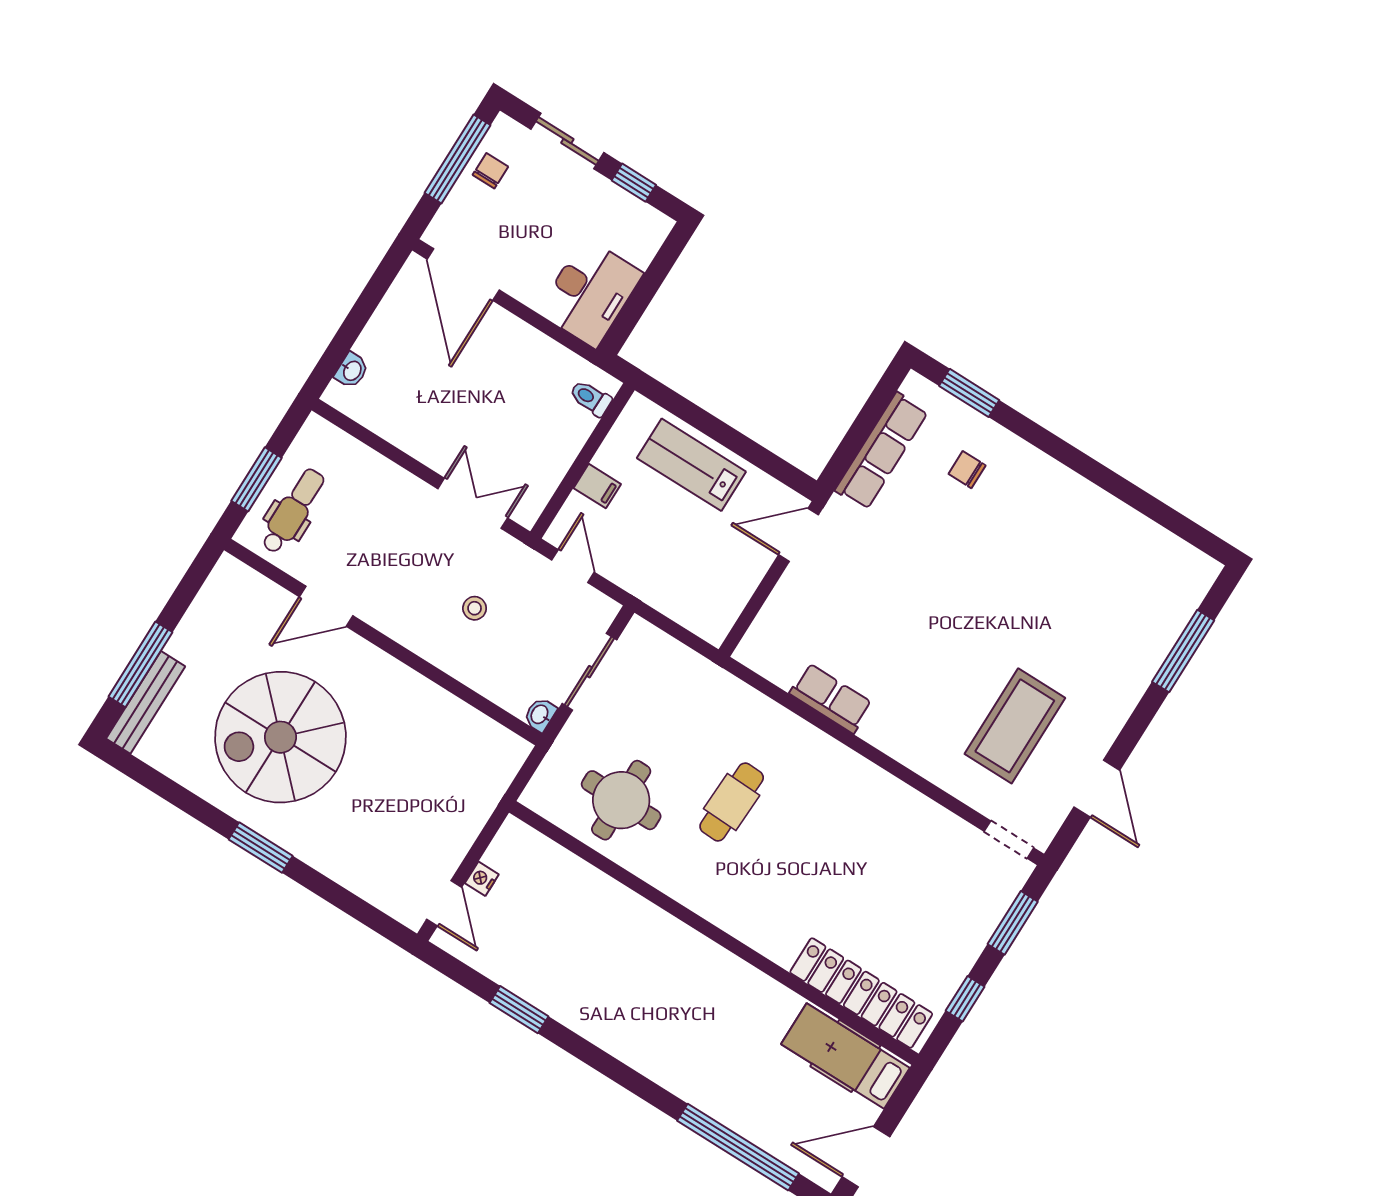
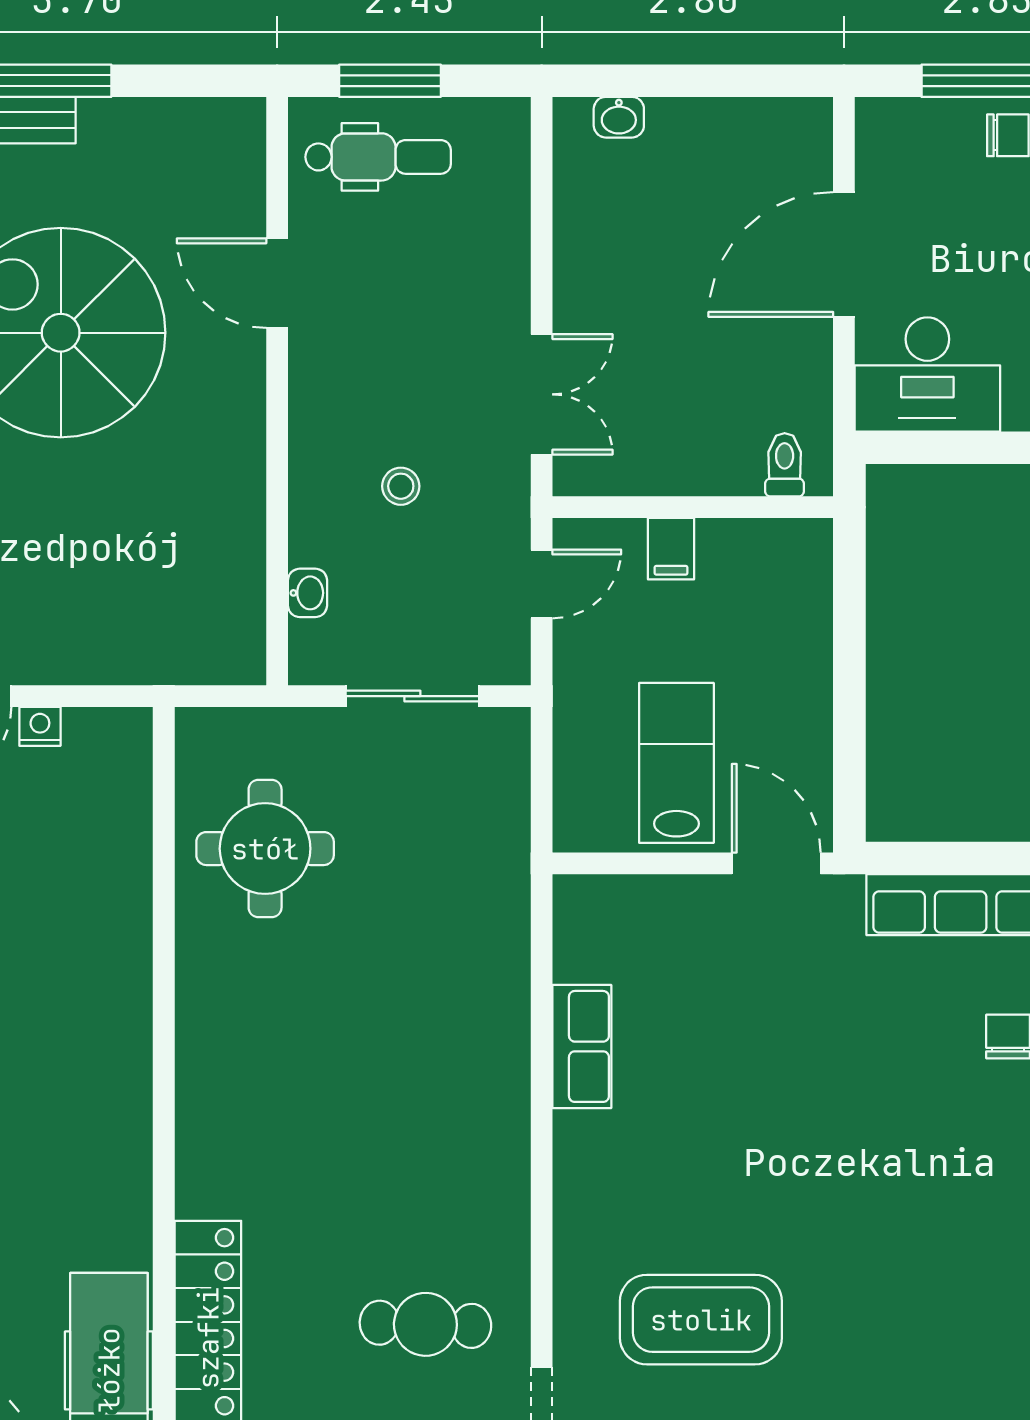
door: (463, 275) -> (844, 254), moved
lab bench: (691, 465) -> (676, 763), moved
washbasin: (540, 715) -> (307, 593), moved, turned 90
cafe table: (732, 802) -> (425, 1324), moved

